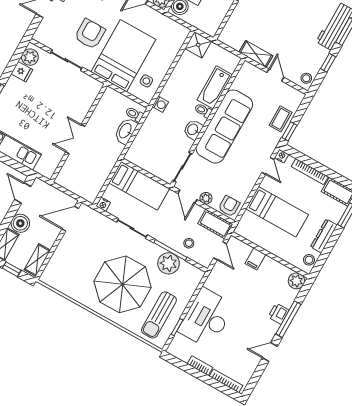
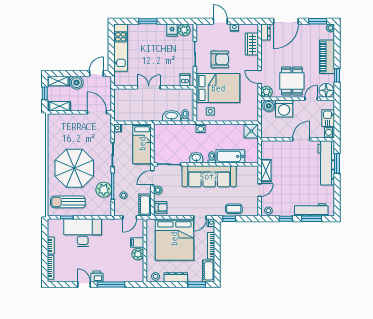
dishwasher: (91, 90) -> (185, 80), added
bed: (277, 212) -> (174, 239), width x2.04
plant: (296, 281) -> (138, 254), moved
printer: (279, 314) -> (97, 276), moved

